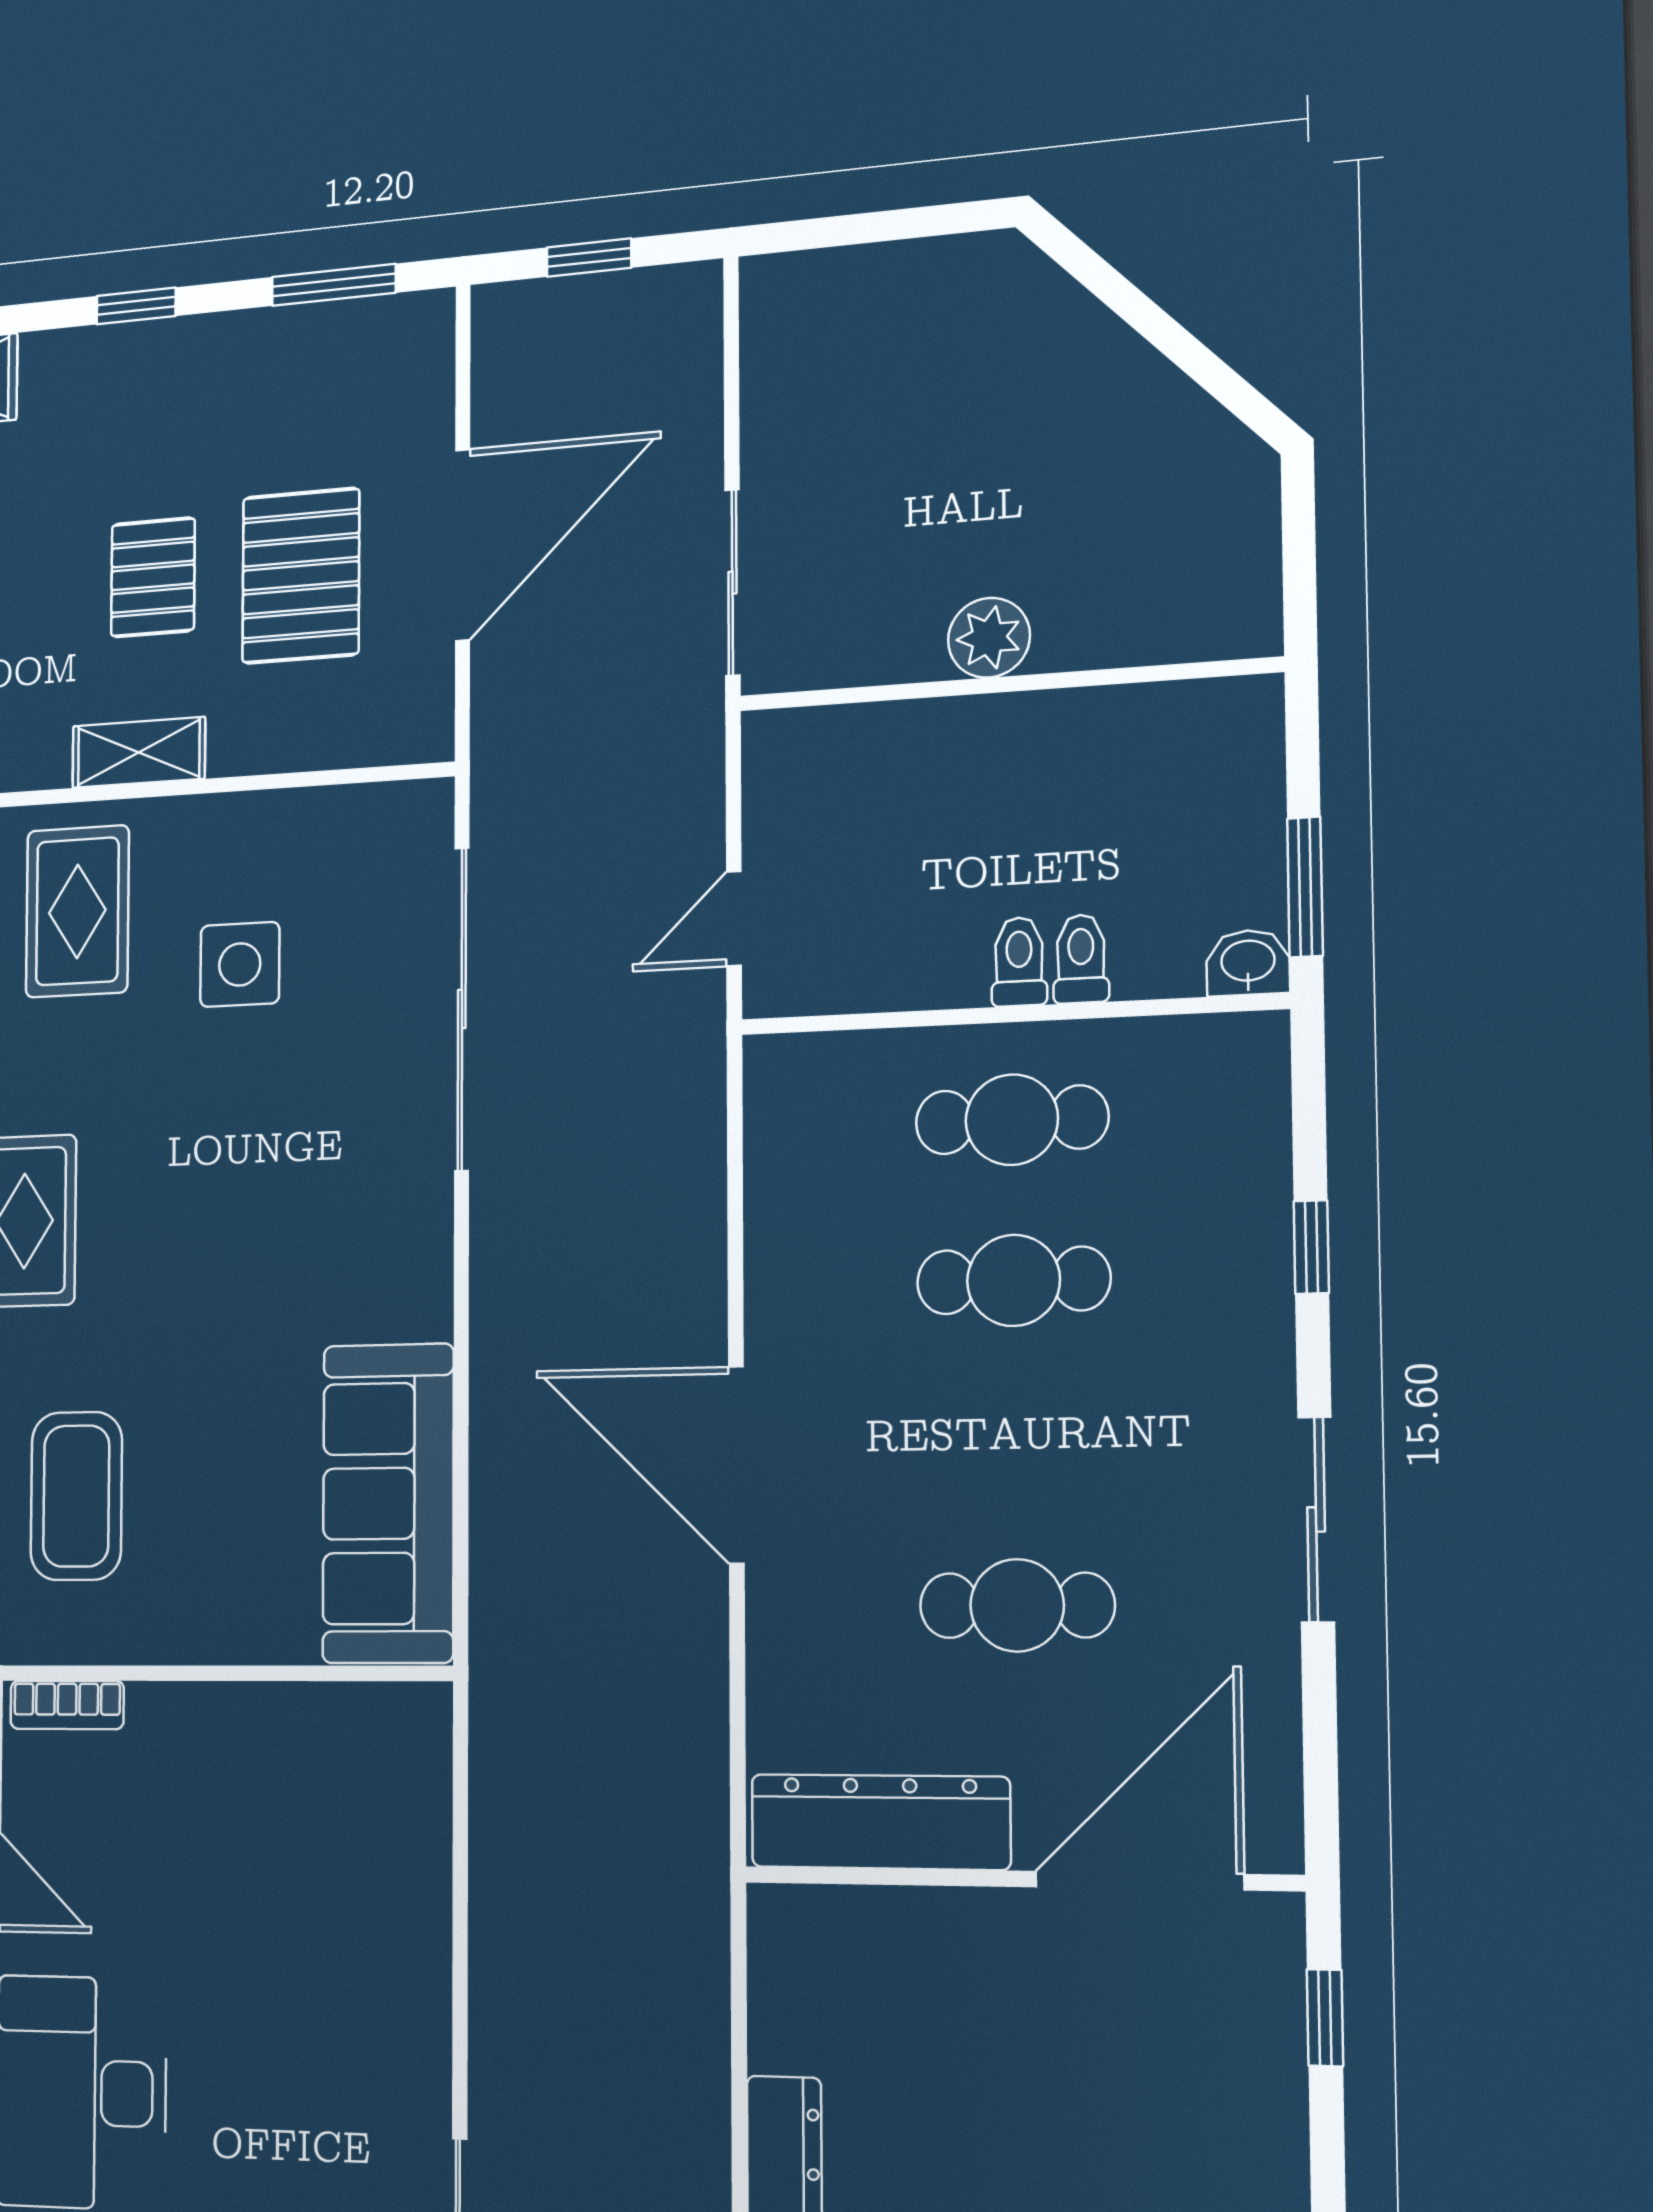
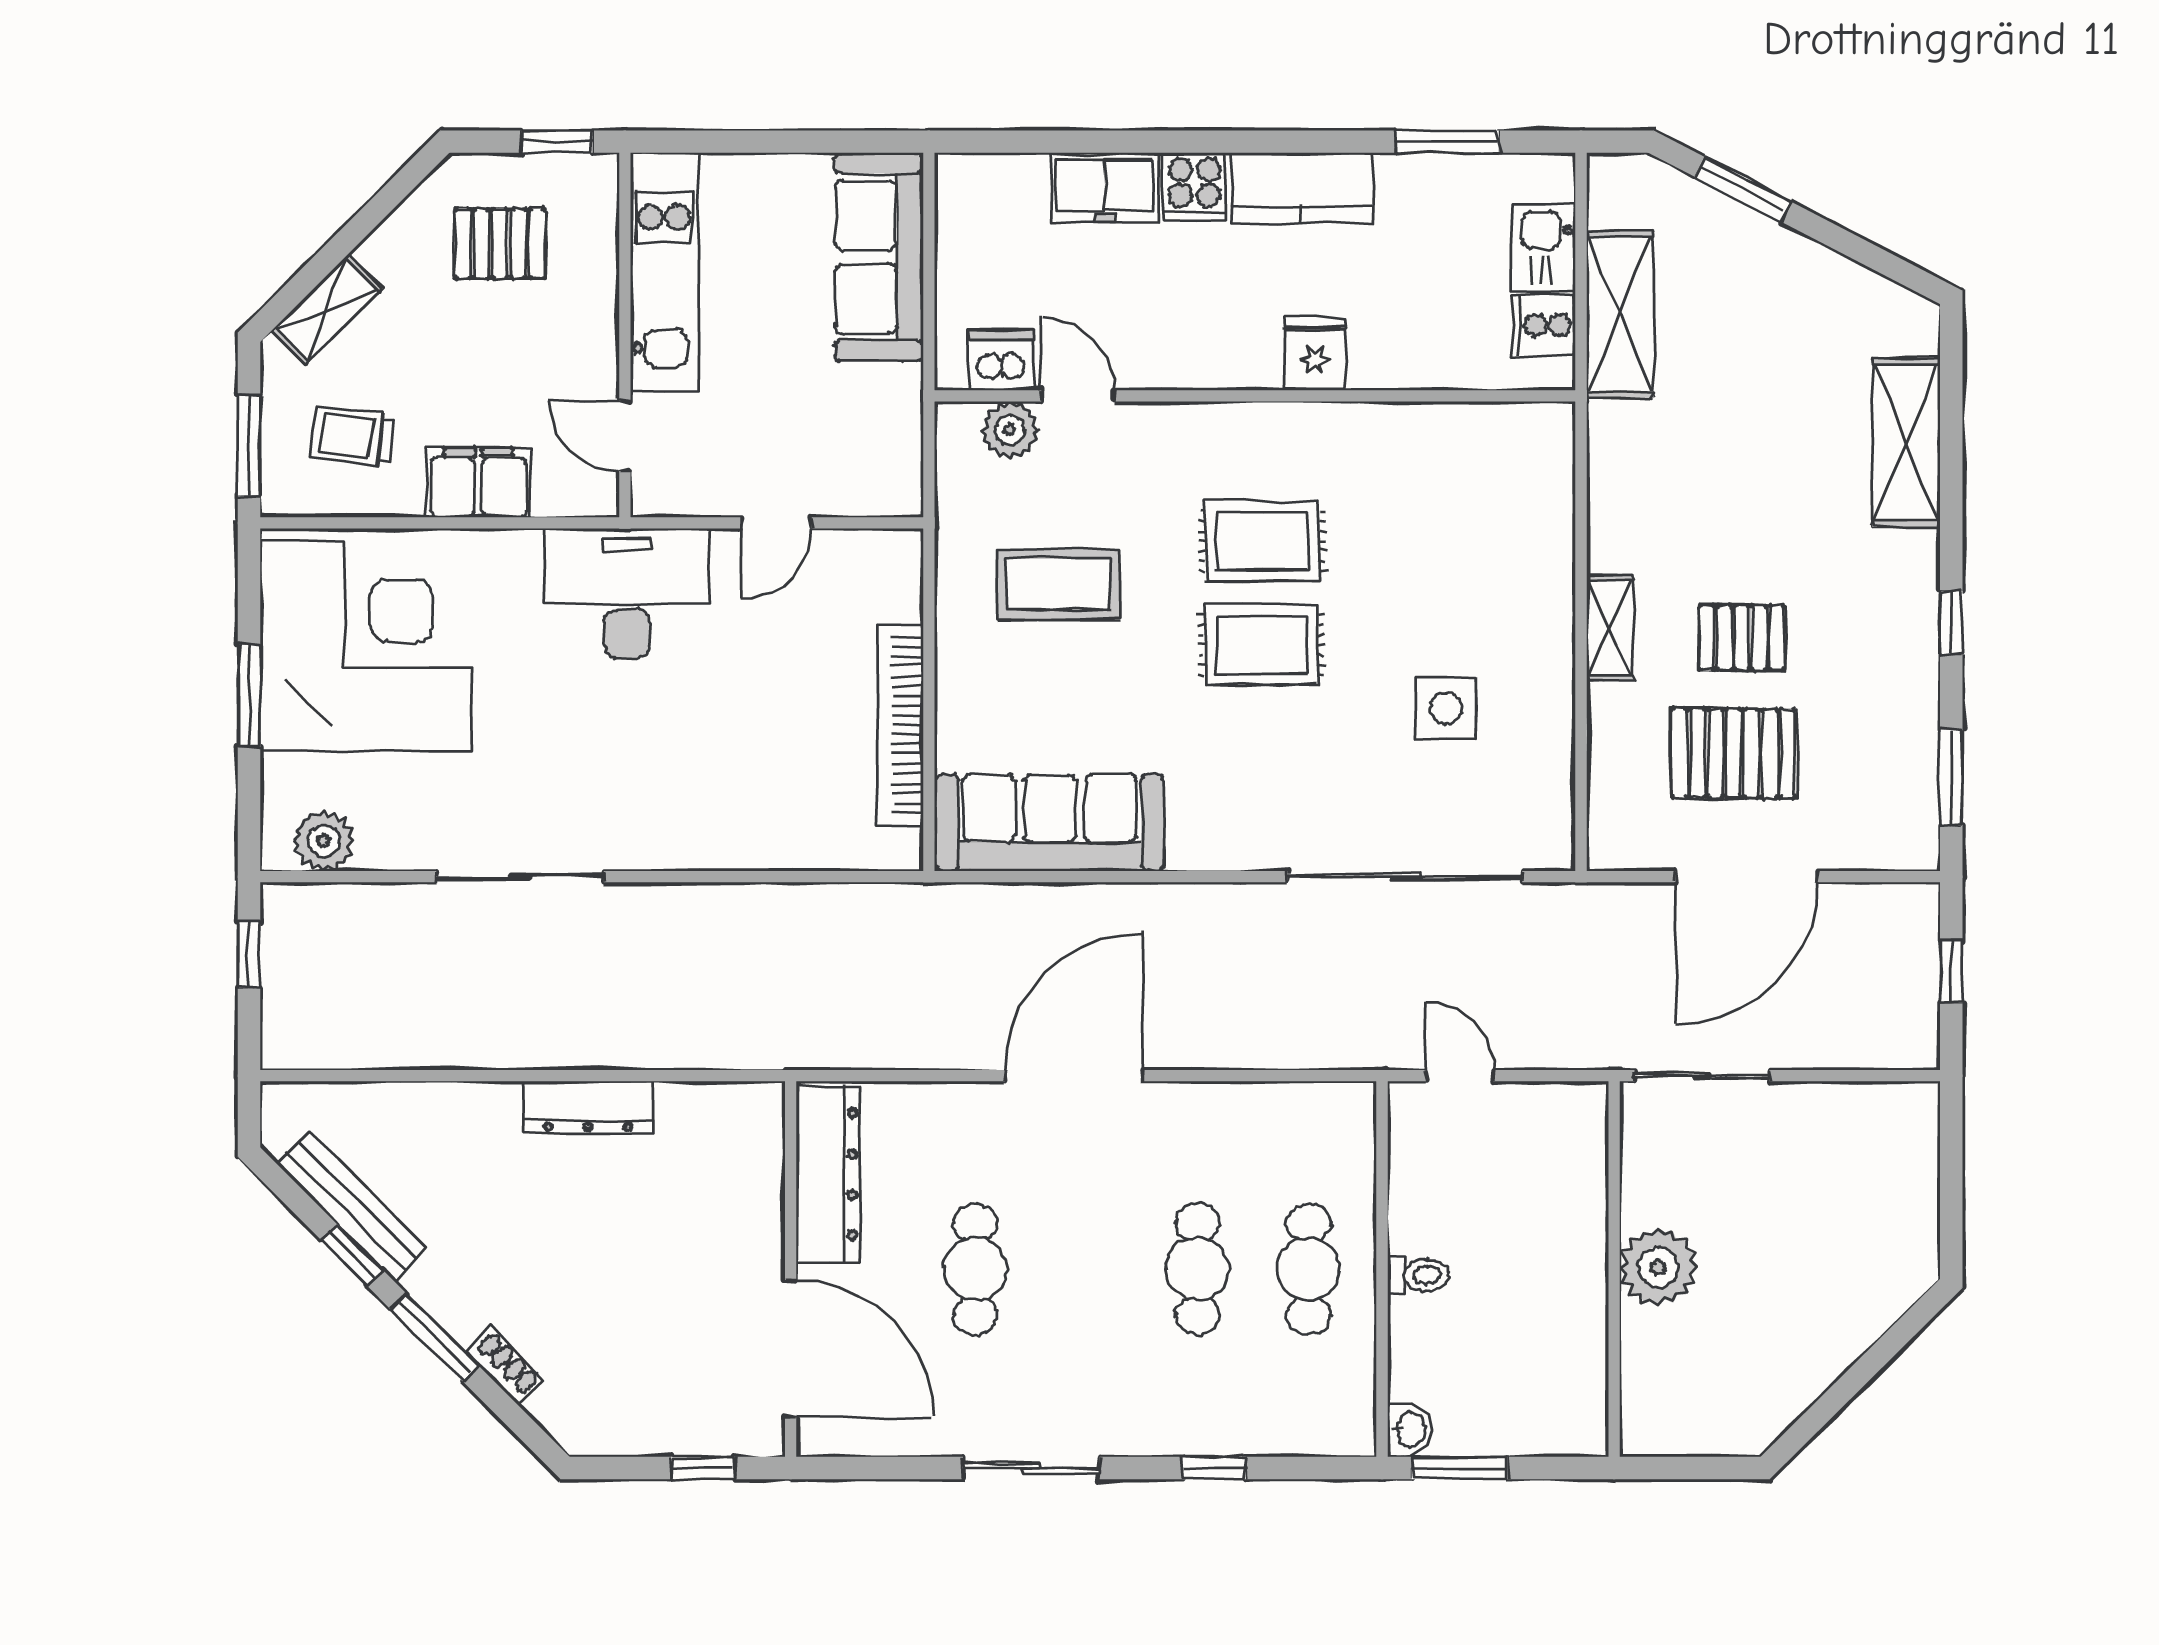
door: (463, 545) -> (1746, 877), hinge flipped
plant: (989, 638) -> (1658, 1267), width x1.36, depth x1.36
rug: (77, 911) -> (1262, 645), moved
toilet: (1081, 959) -> (1418, 1317), removed
bookcase: (67, 1705) -> (900, 725), moved, width x2.31, depth x1.31

